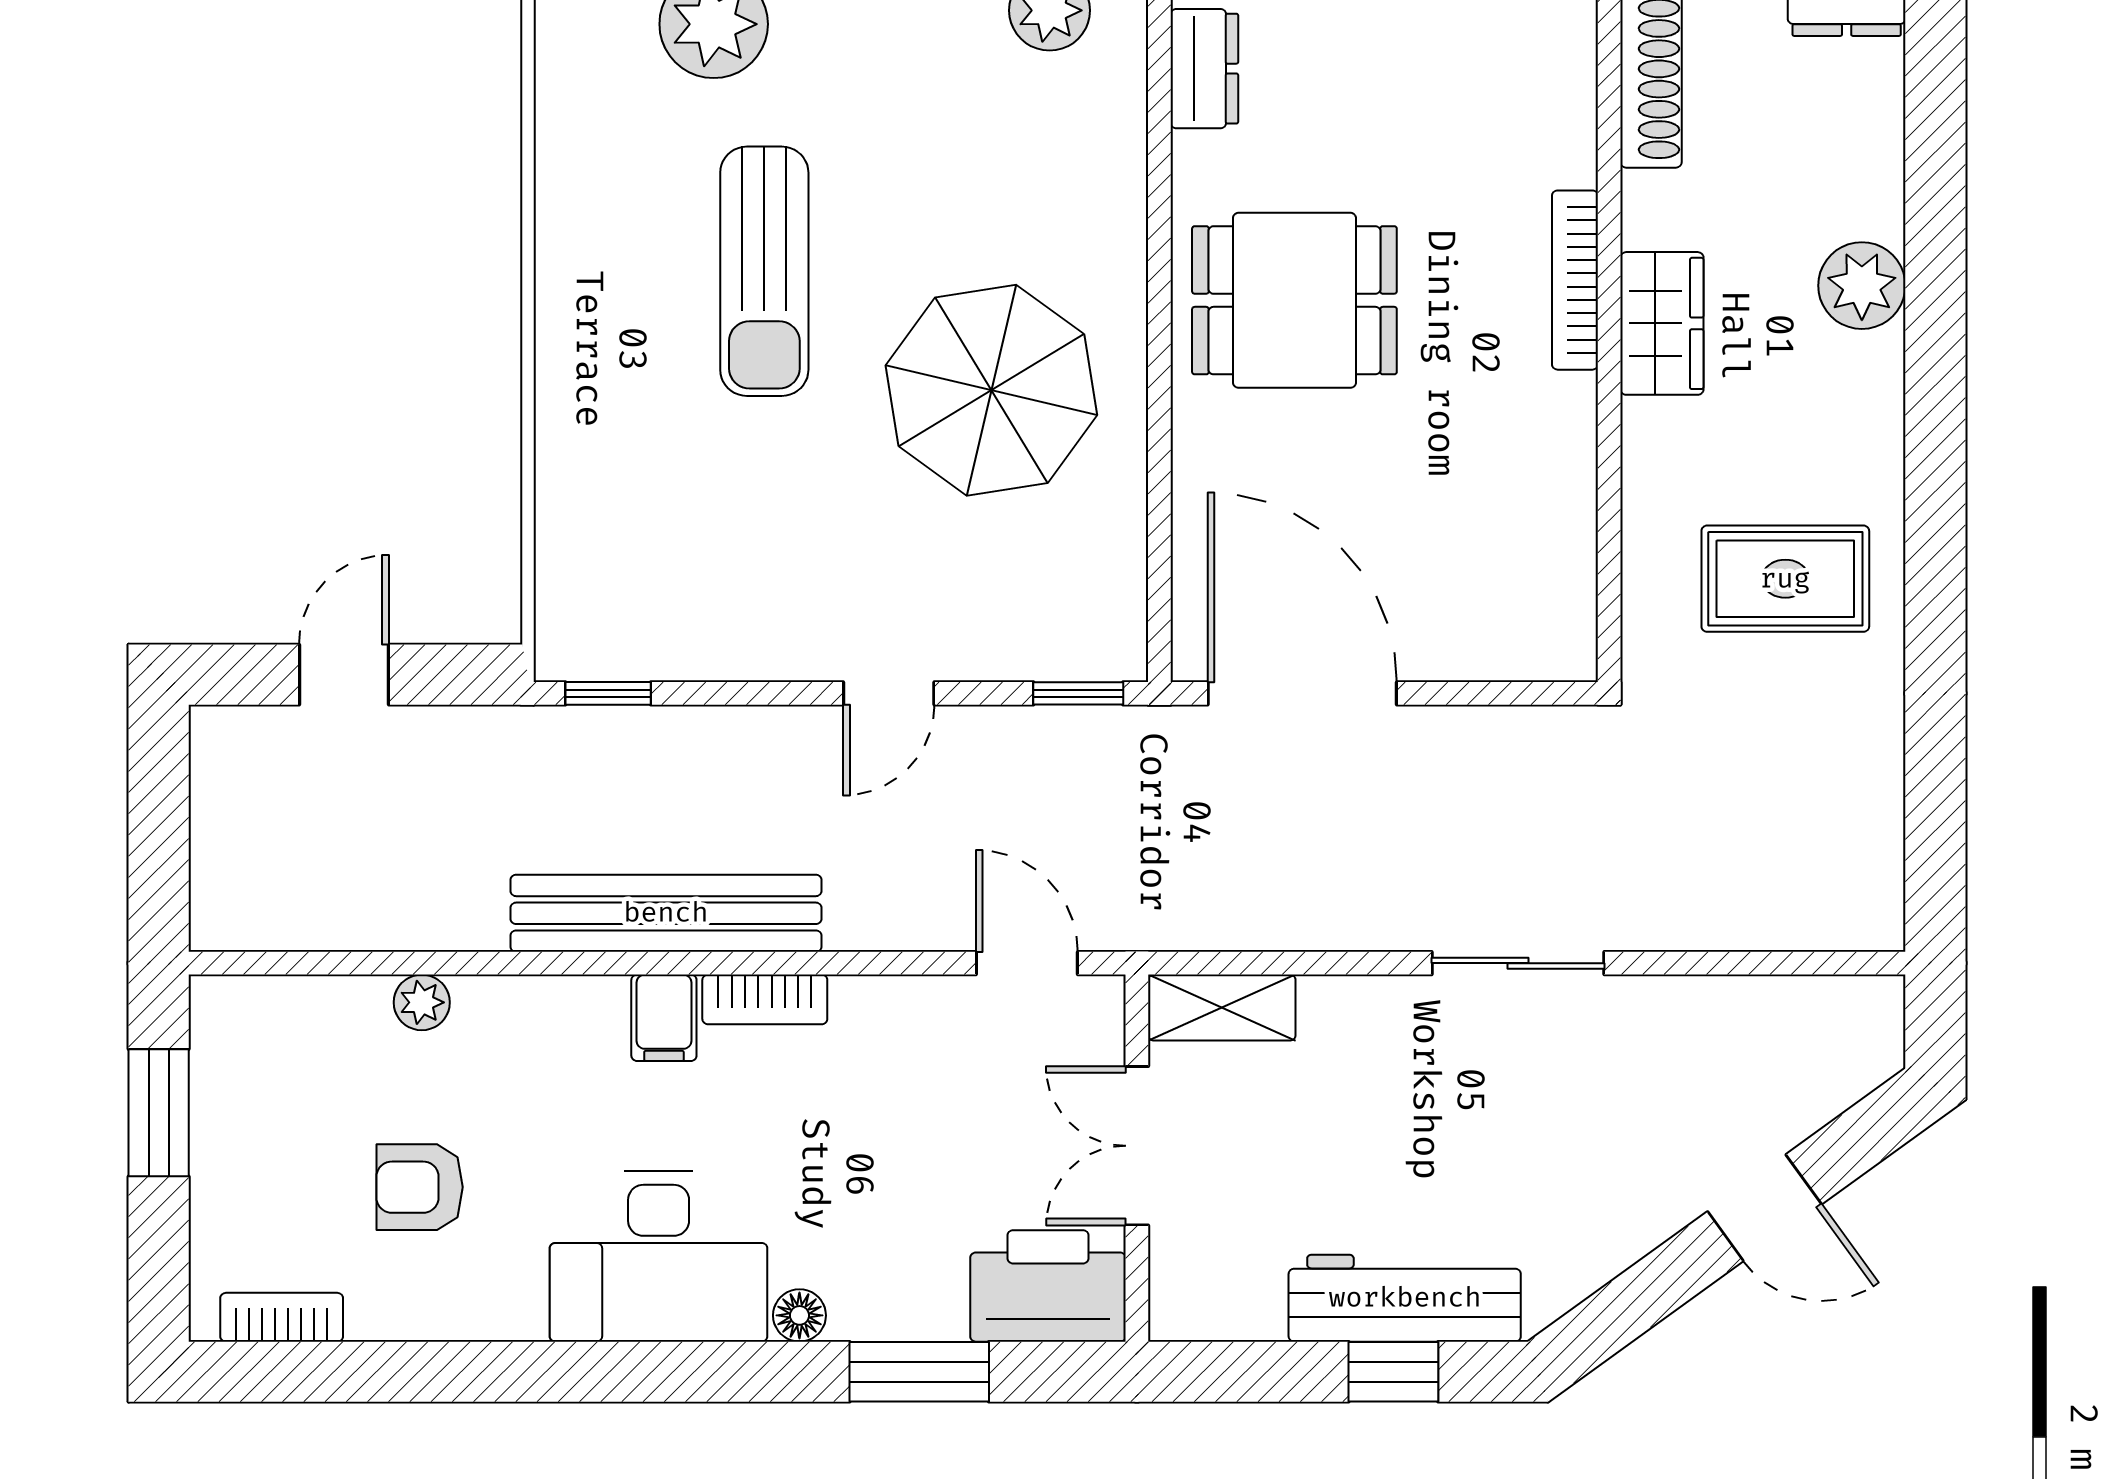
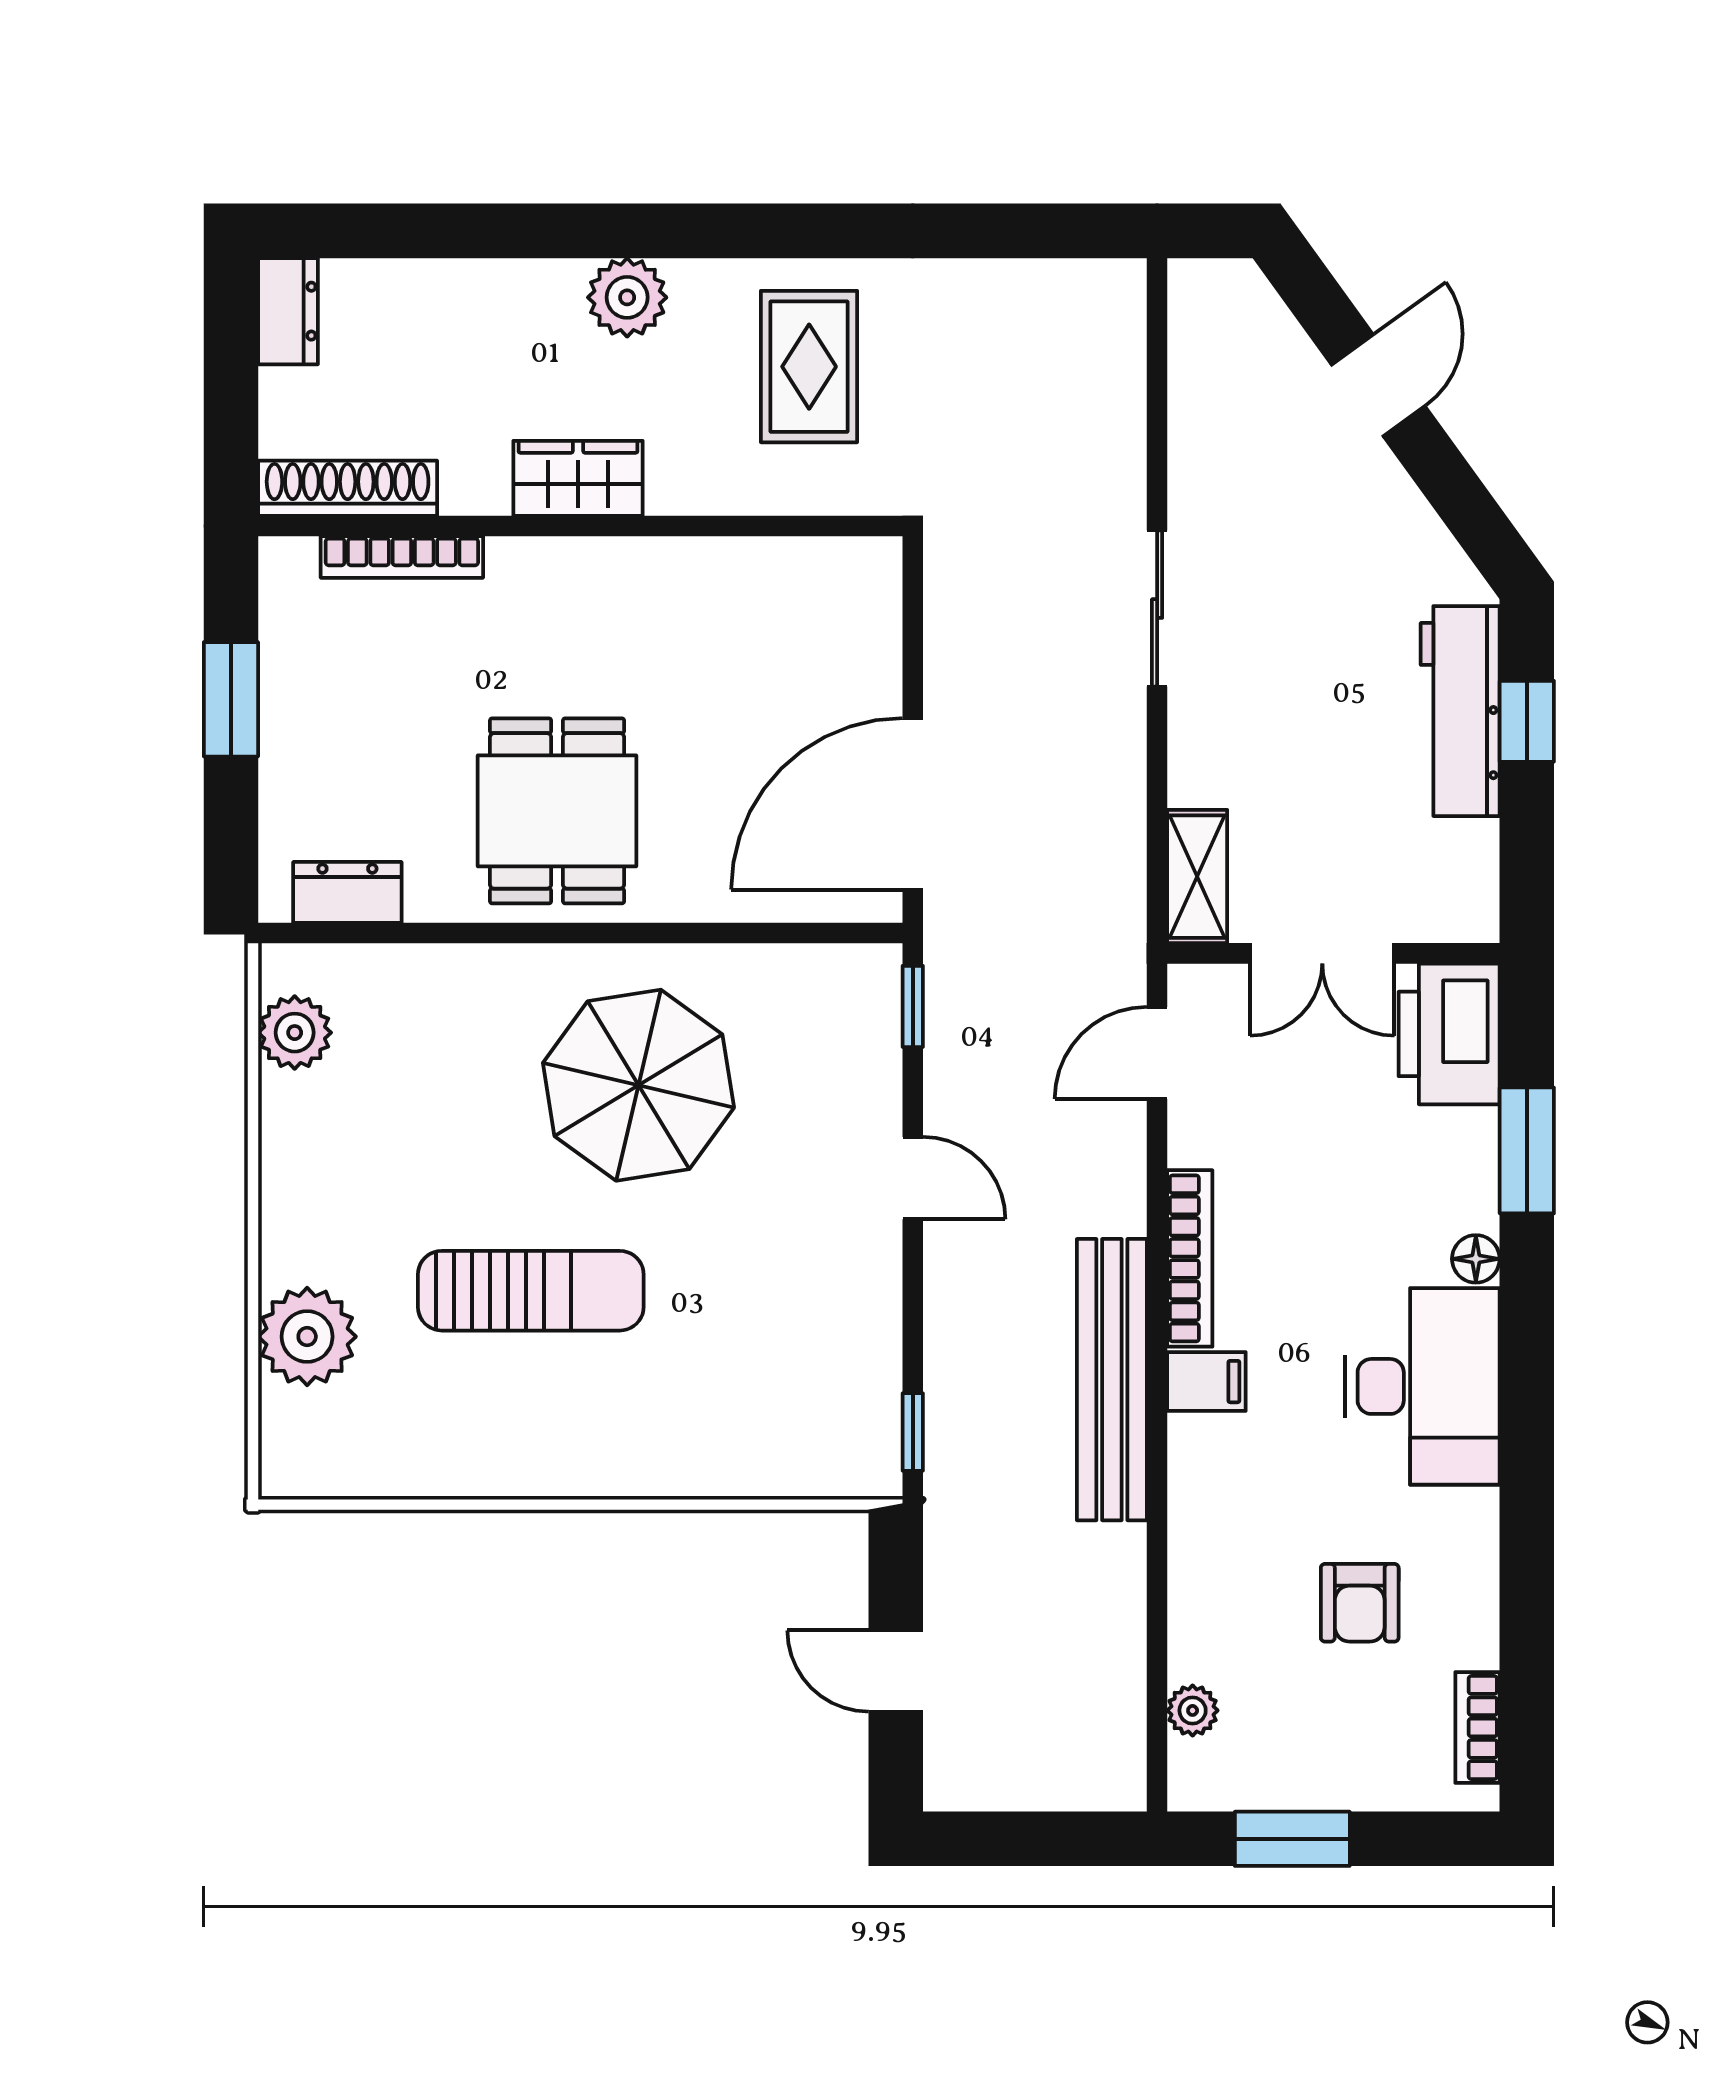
bookcase: (1575, 280) -> (402, 557), moved
plant: (1862, 286) -> (627, 297), moved
bookcase: (765, 999) -> (1190, 1258), width x1.56
plant: (422, 1002) -> (1193, 1710), moved

